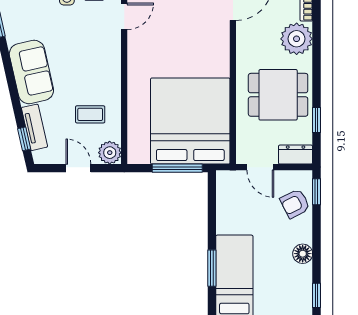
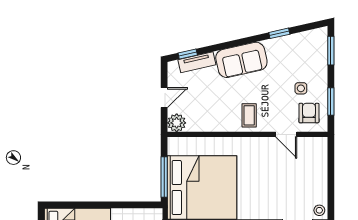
coffee table: (90, 114) -> (249, 115), moved
window: (212, 268) -> (84, 205), removed

